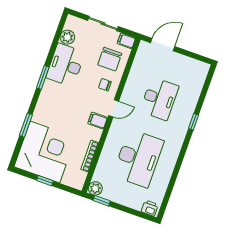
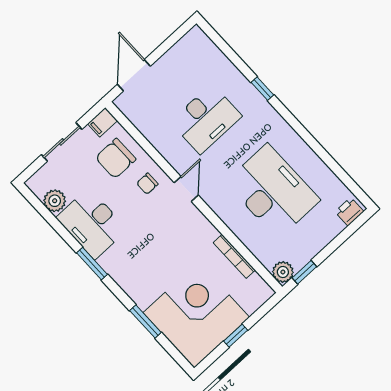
chair: (110, 59) -> (116, 158), turned 90
desk: (159, 99) -> (206, 119), turned 90
filing cabinet: (98, 121) -> (191, 220), removed

